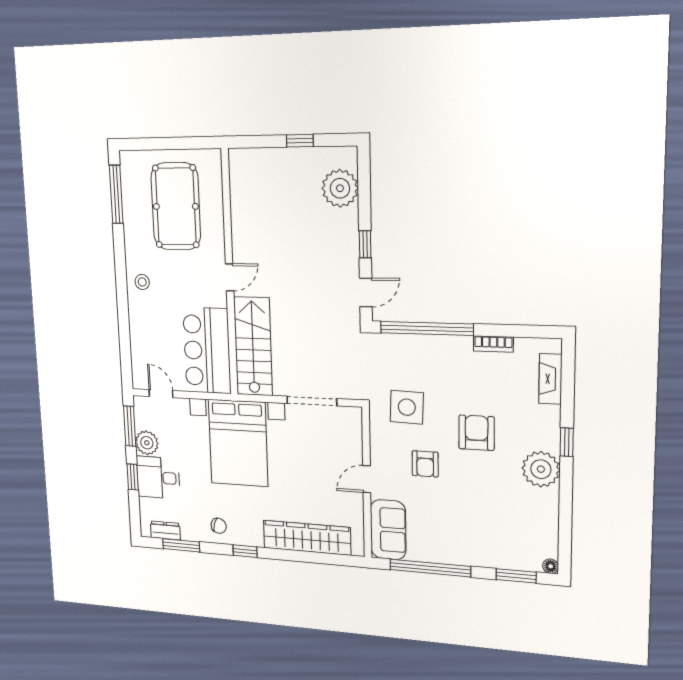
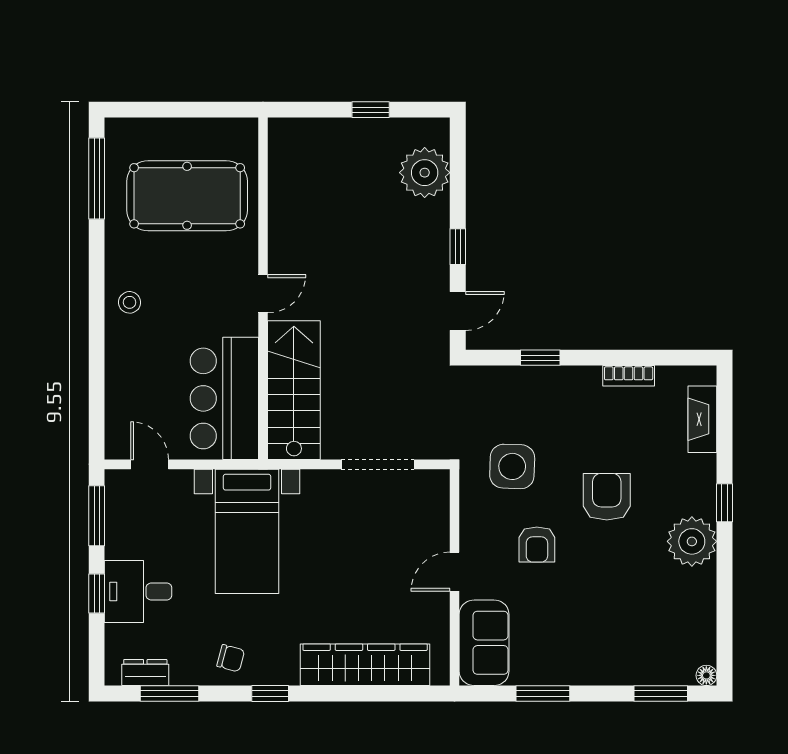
pool table: (176, 206) -> (187, 196), turned 90
window: (427, 328) -> (540, 358), width x0.32
plant: (147, 443) -> (123, 539), removed
bed with nightstands: (238, 443) -> (247, 531), width x0.73
window: (430, 568) -> (543, 694), width x0.47

